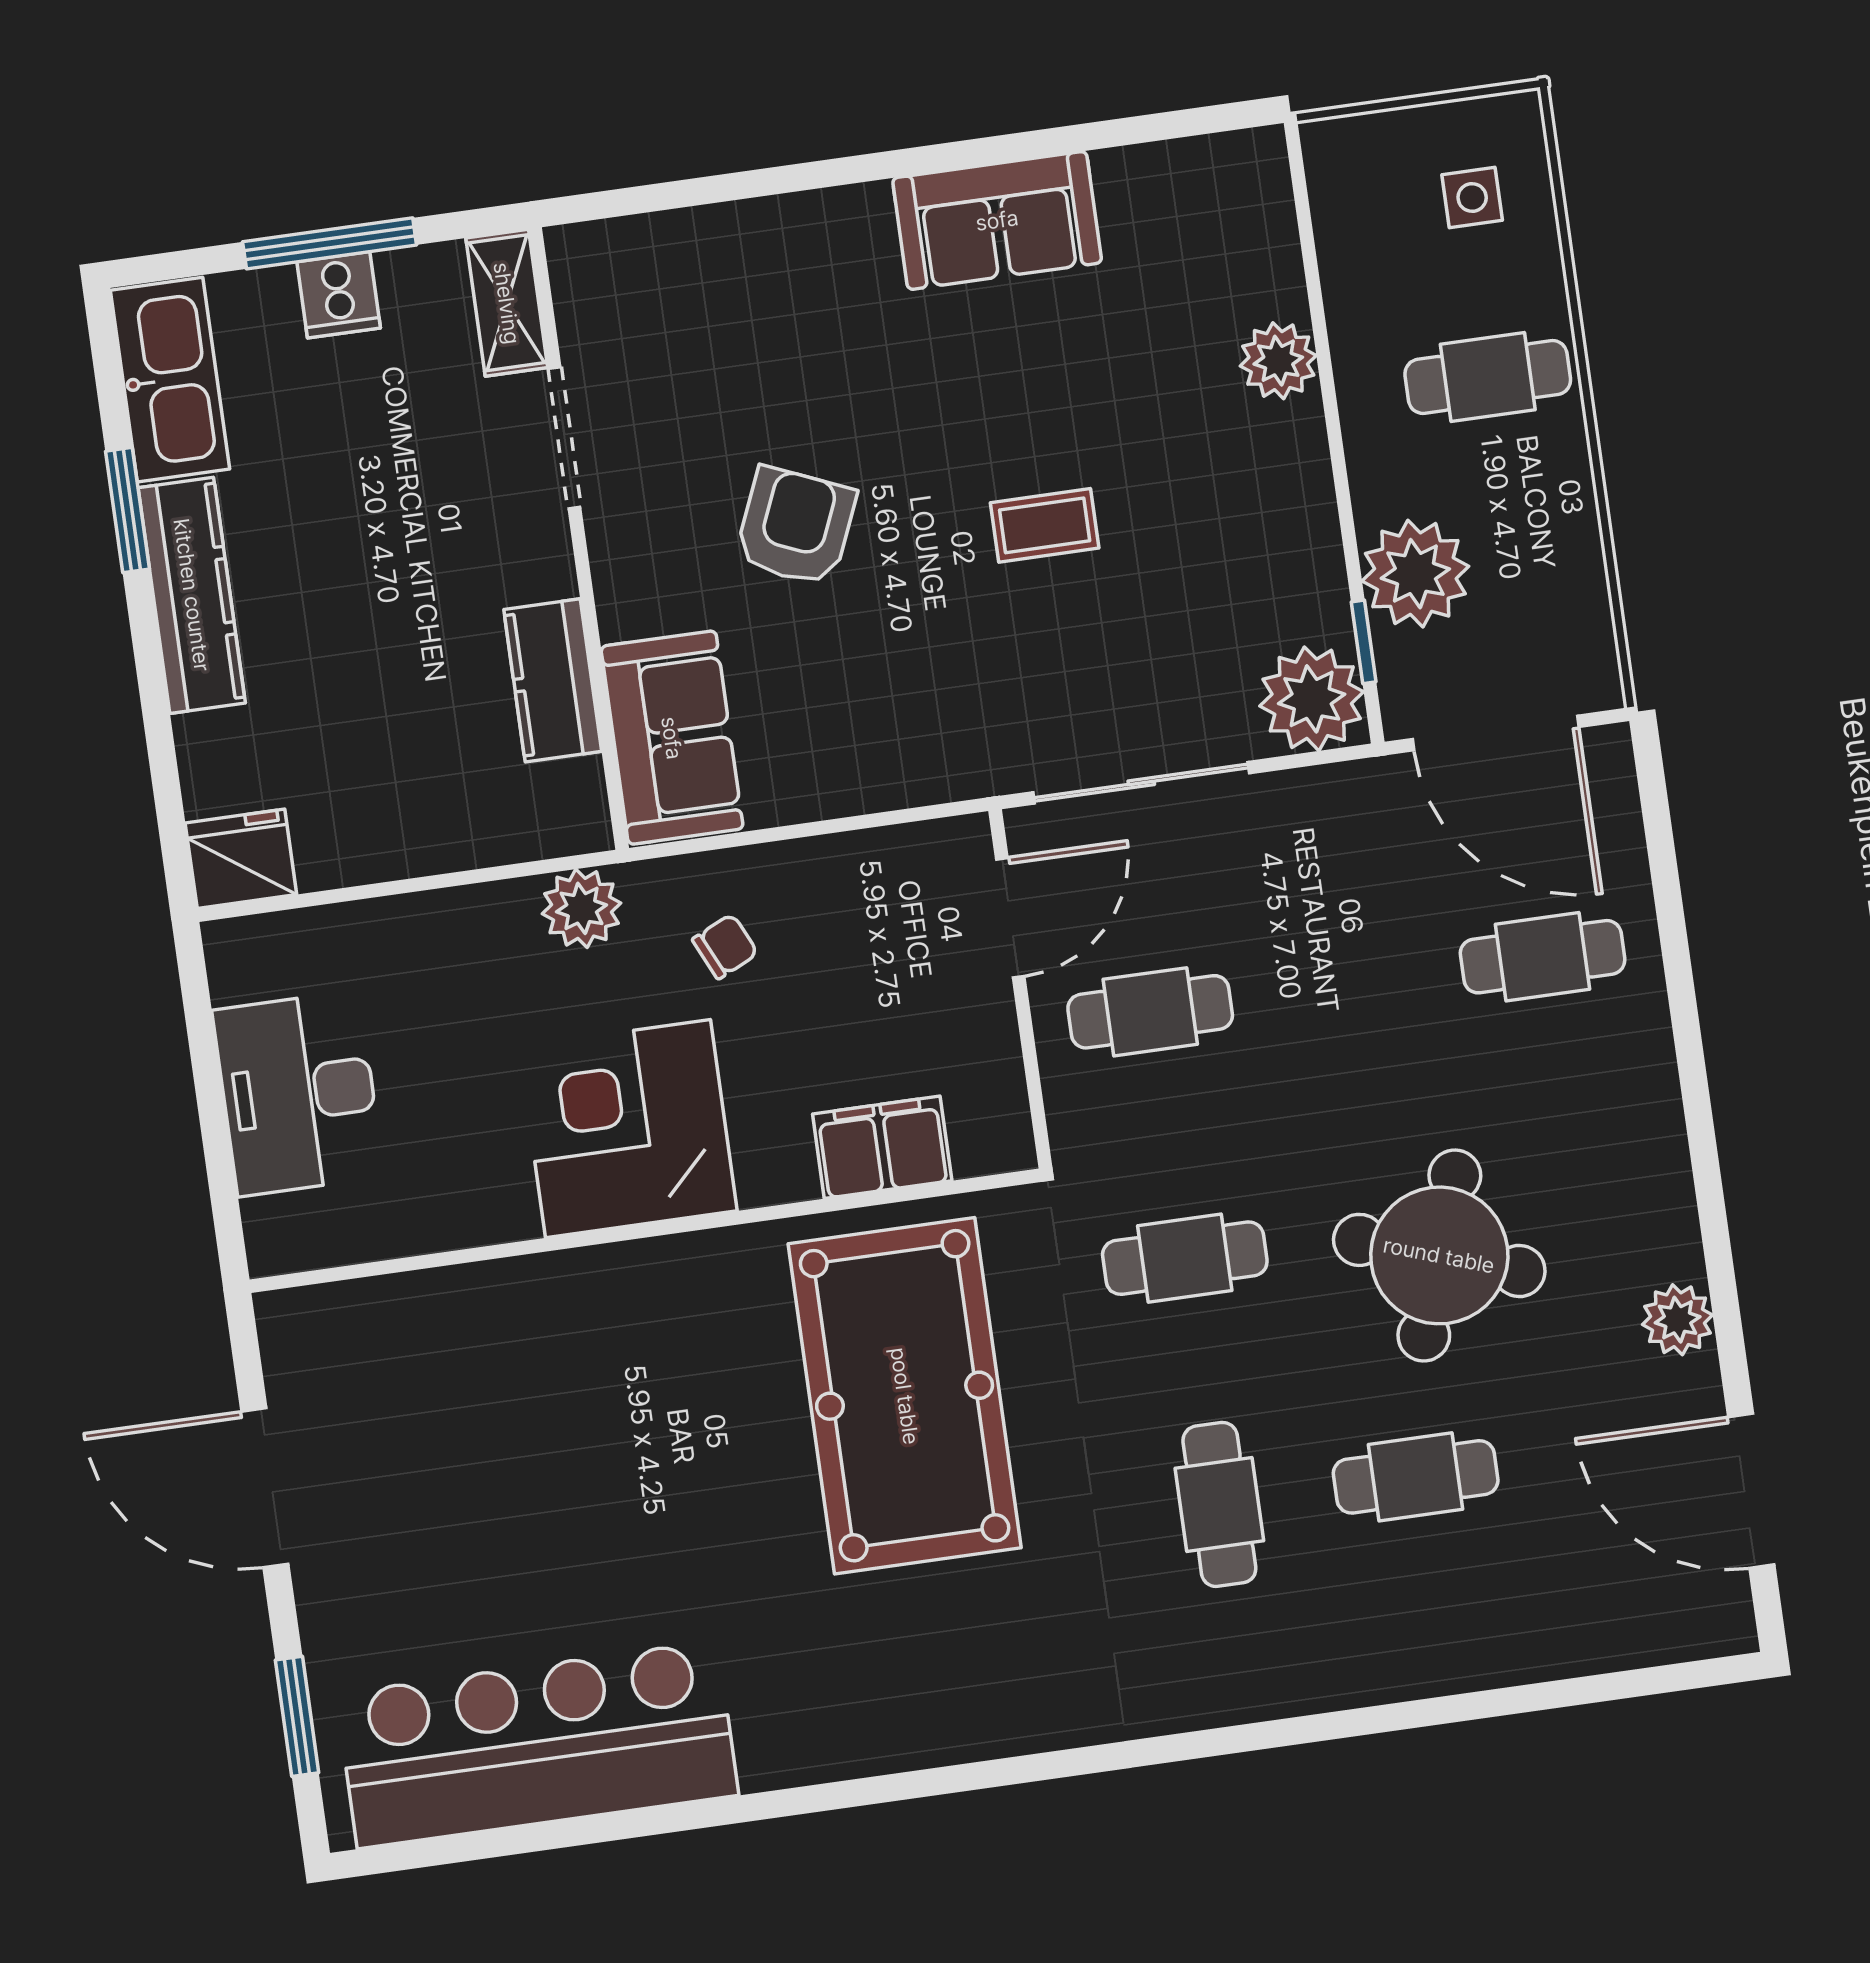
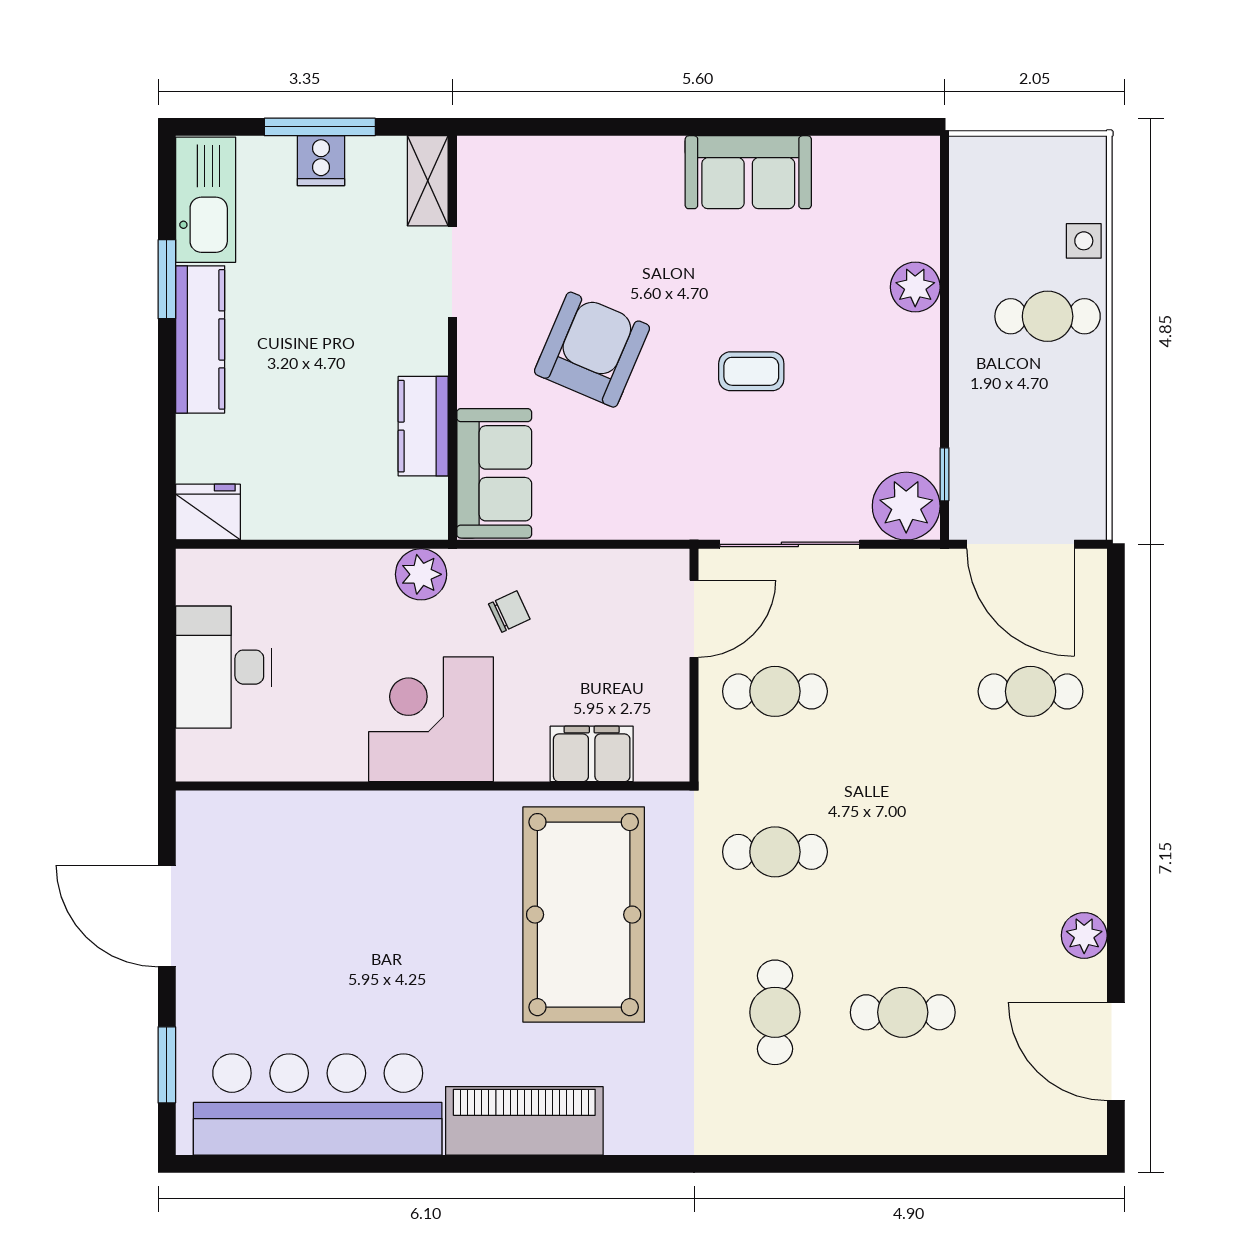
side table: (1472, 198) -> (1084, 241), moved
armchair: (795, 526) -> (592, 350), width x1.36, depth x1.36
plant: (1415, 574) -> (984, 435), removed
round table: (1439, 1255) -> (938, 873), removed
piano: (858, 1725) -> (524, 1121), added

